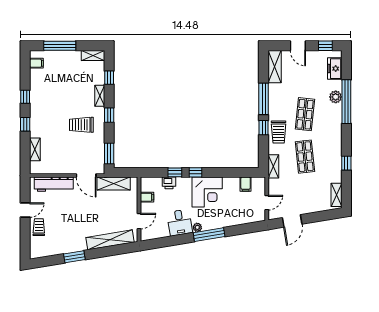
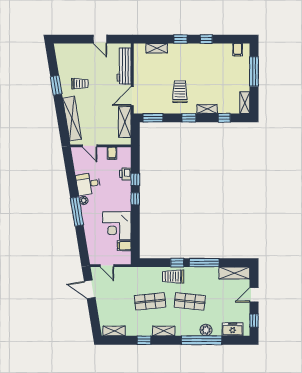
shelving: (273, 166) -> (164, 331), moved
corner desk: (207, 192) -> (117, 226), moved
trolley: (39, 227) -> (80, 84), moved

